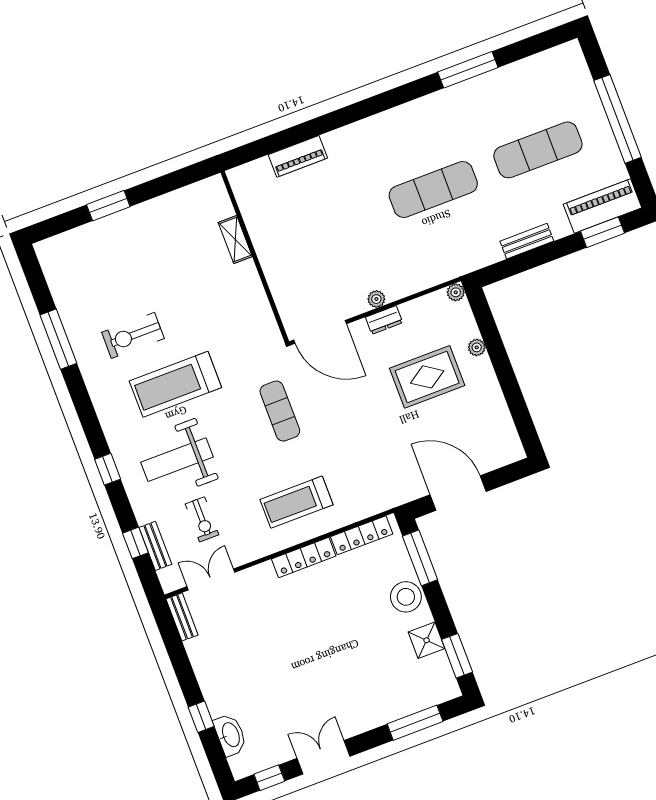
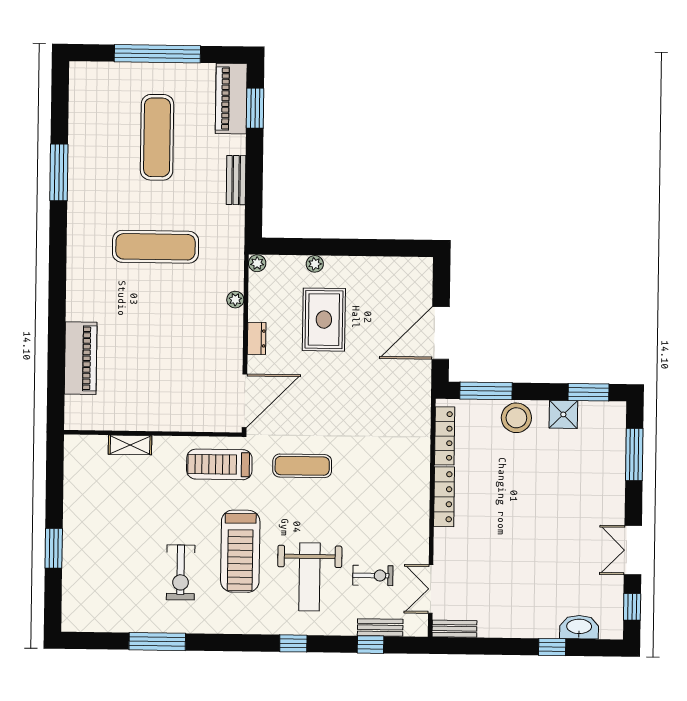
piano: (298, 156) -> (81, 358), width x1.37, depth x1.33
exercise mat: (433, 189) -> (155, 247), turned 90
plant: (376, 299) -> (235, 300), moved
treadmill: (296, 502) -> (219, 464), moved, turned 90

